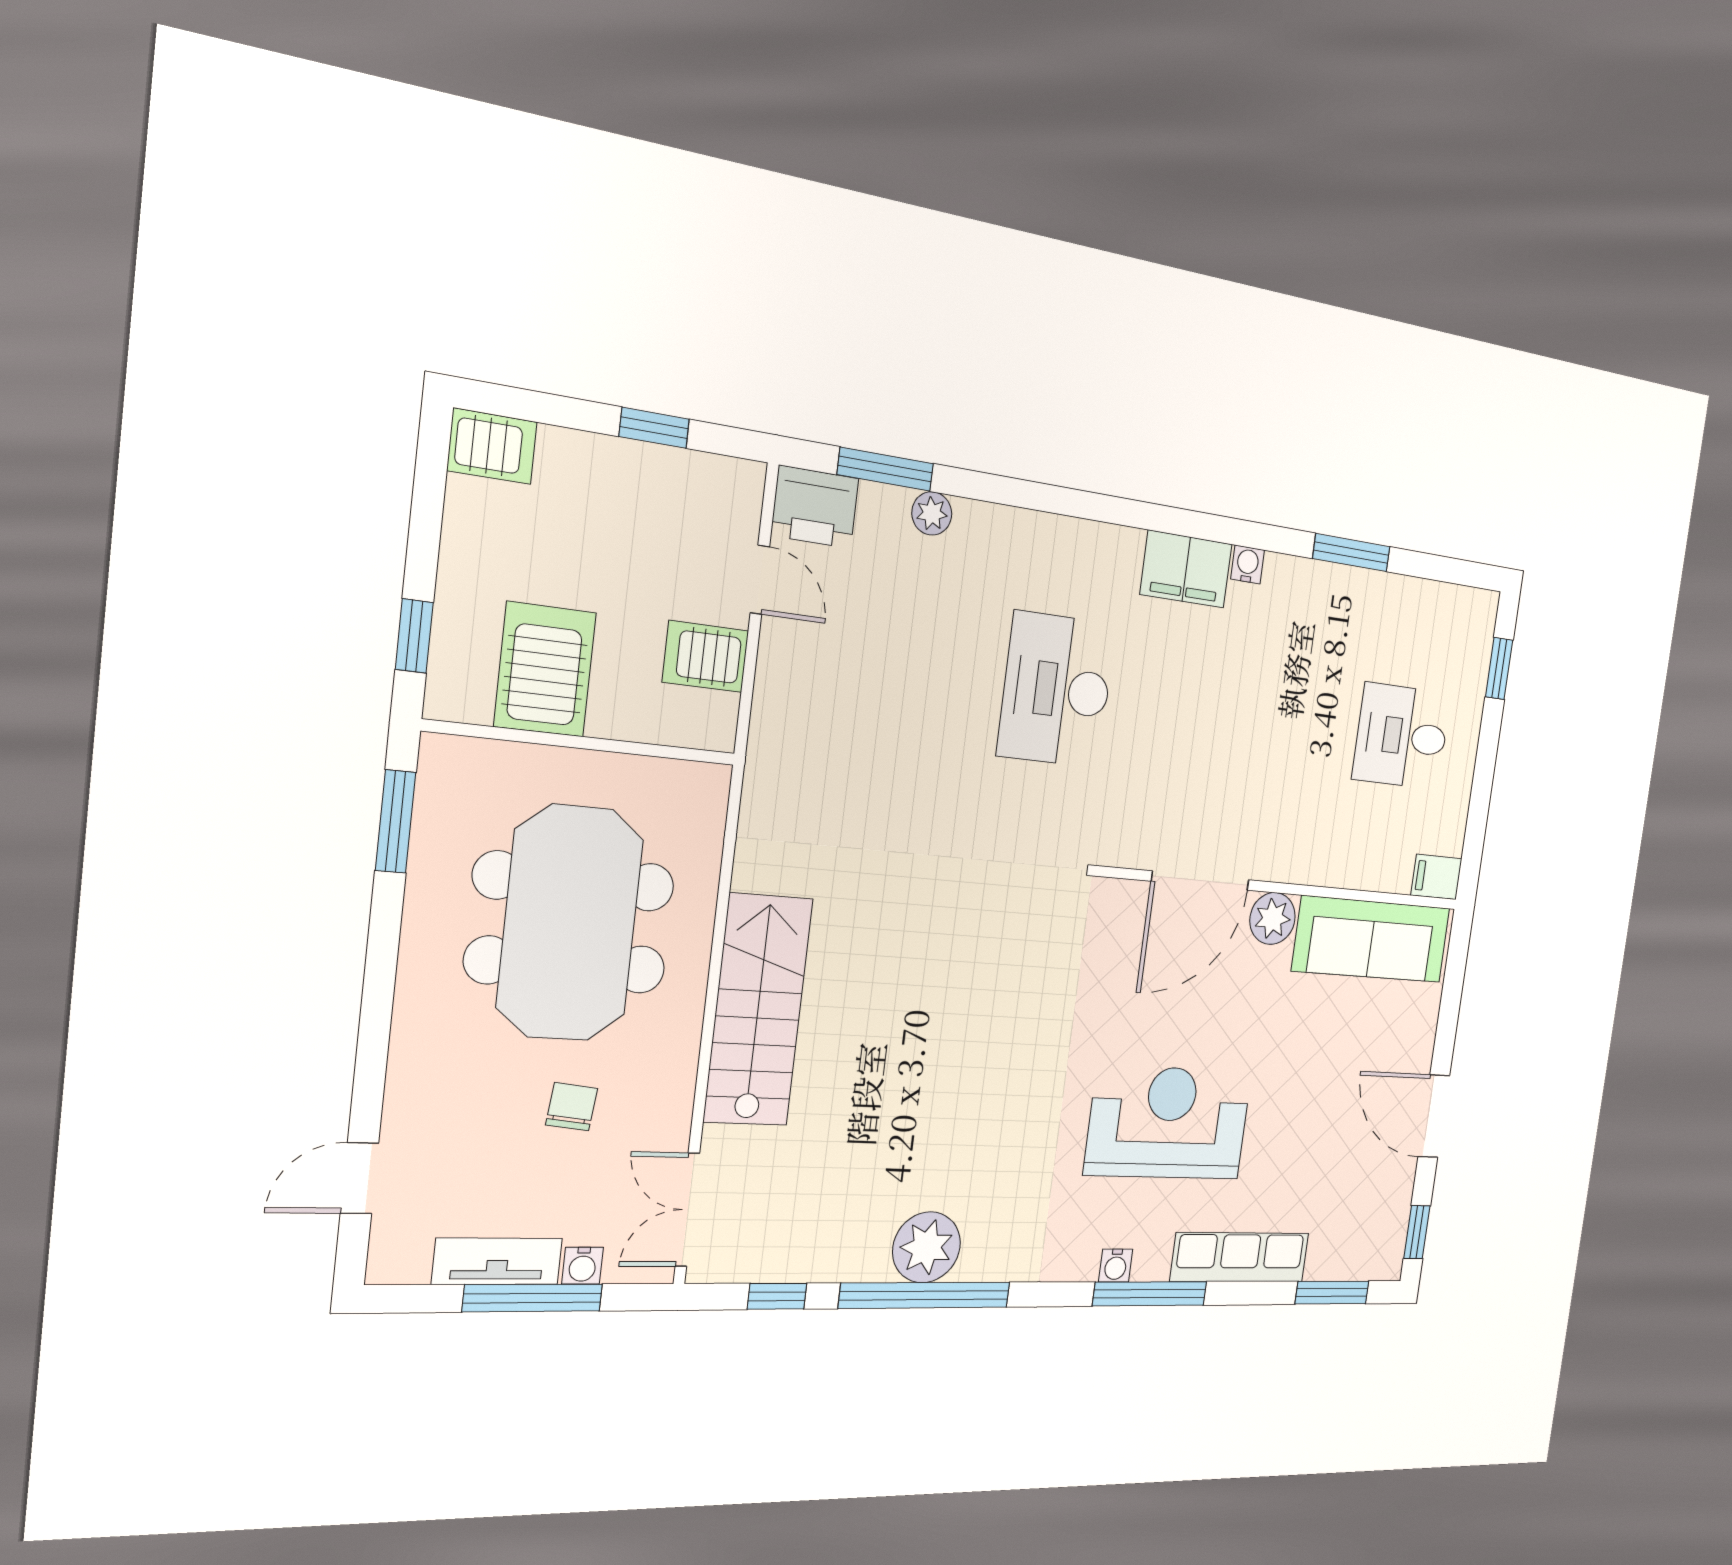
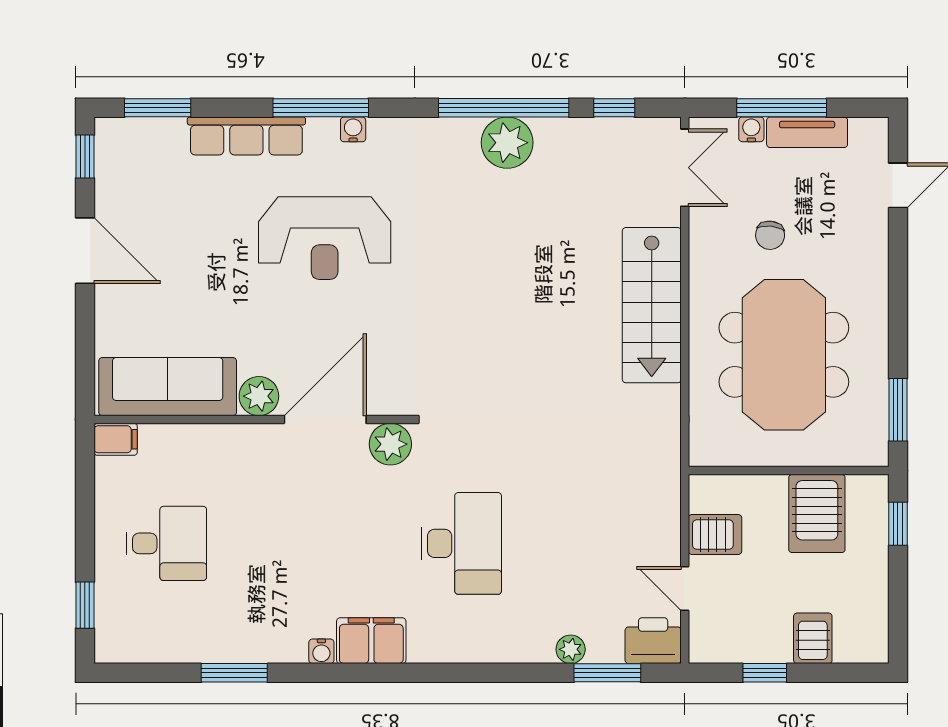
server rack: (492, 446) -> (813, 638), moved, turned 90
plant: (1127, 839) -> (390, 444), added

